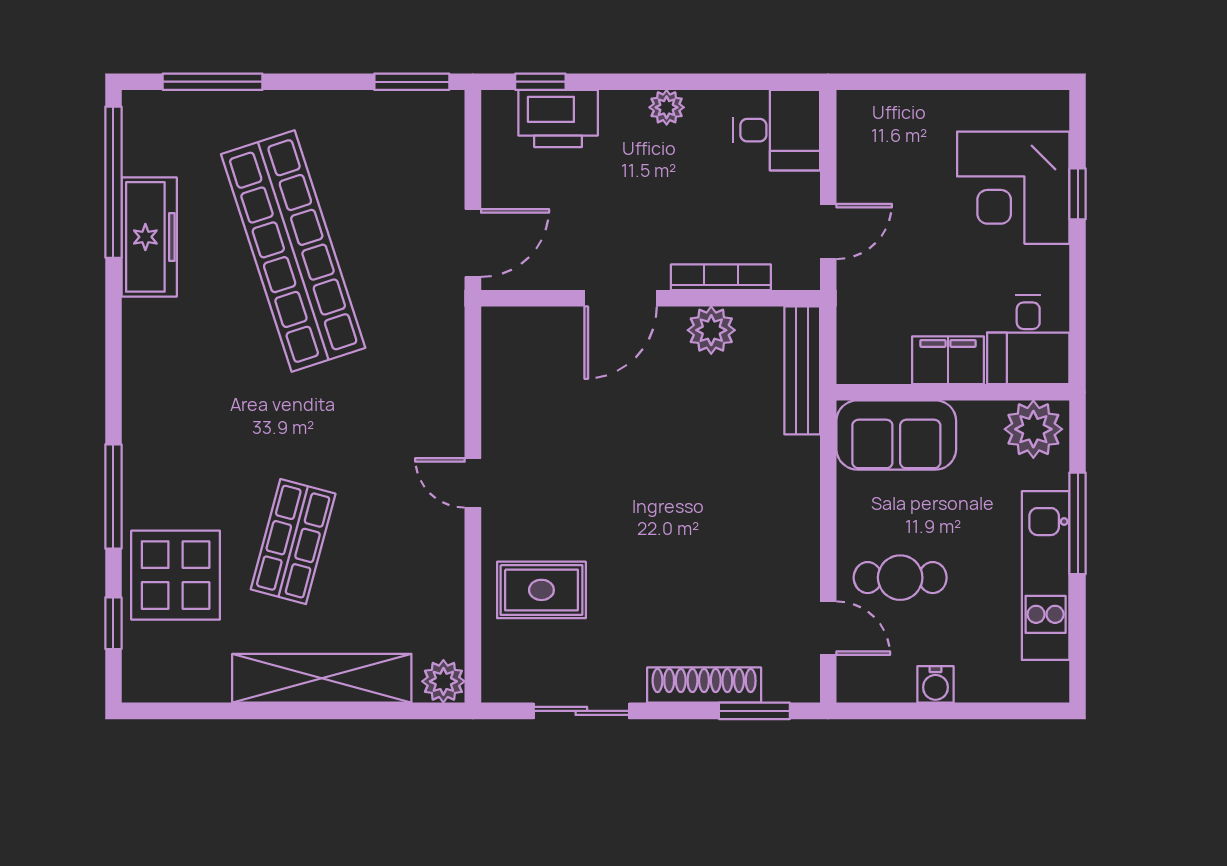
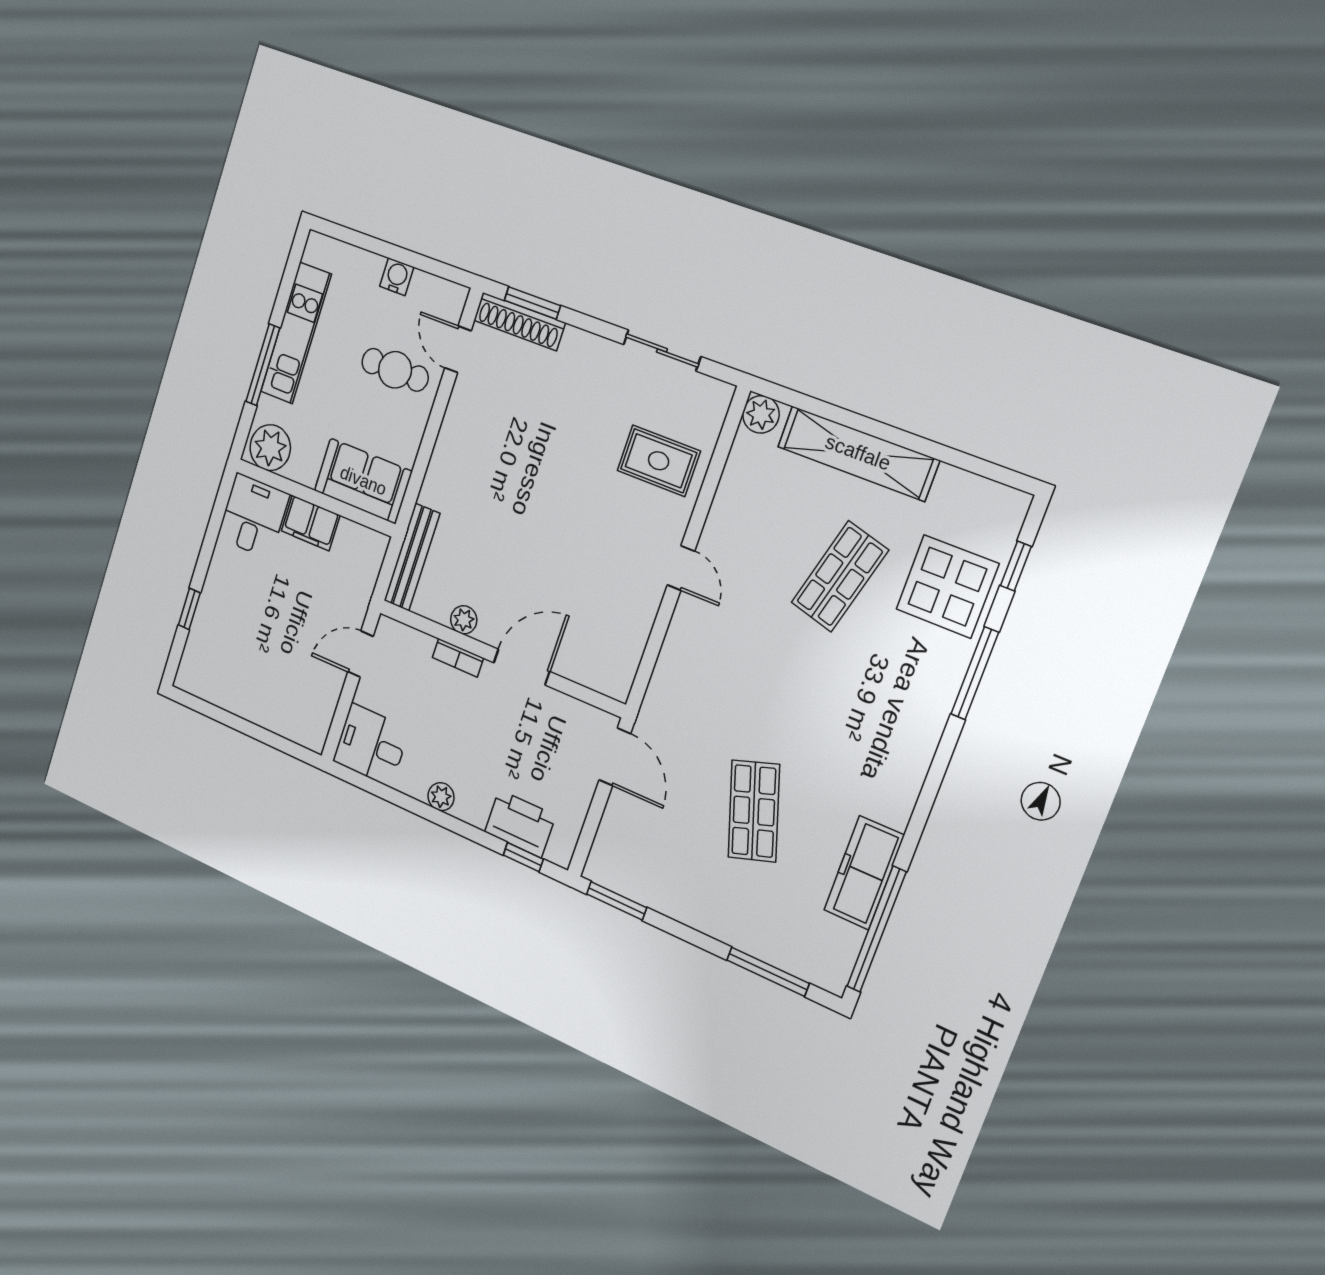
corner desk: (1013, 188) -> (229, 632), removed
door: (473, 243) -> (615, 757), swing flipped
shop shelf: (293, 251) -> (754, 811), width x0.50, depth x0.74
bookcase: (721, 277) -> (458, 658), width x0.64
plant: (711, 330) -> (464, 620), width x0.73, depth x0.73
shoe rack: (704, 685) -> (519, 321), moved

